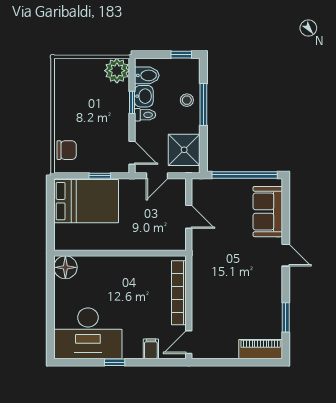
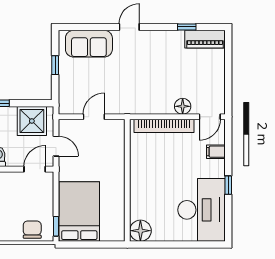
window: (245, 175) -> (55, 65), width x0.32
window: (100, 176) -> (56, 226), moved
floor lamp: (200, 313) -> (183, 106), added
window: (286, 317) -> (187, 27), width x0.67
door: (189, 342) -> (210, 117), hinge flipped
piano: (261, 349) -> (205, 39), moved, turned -90

